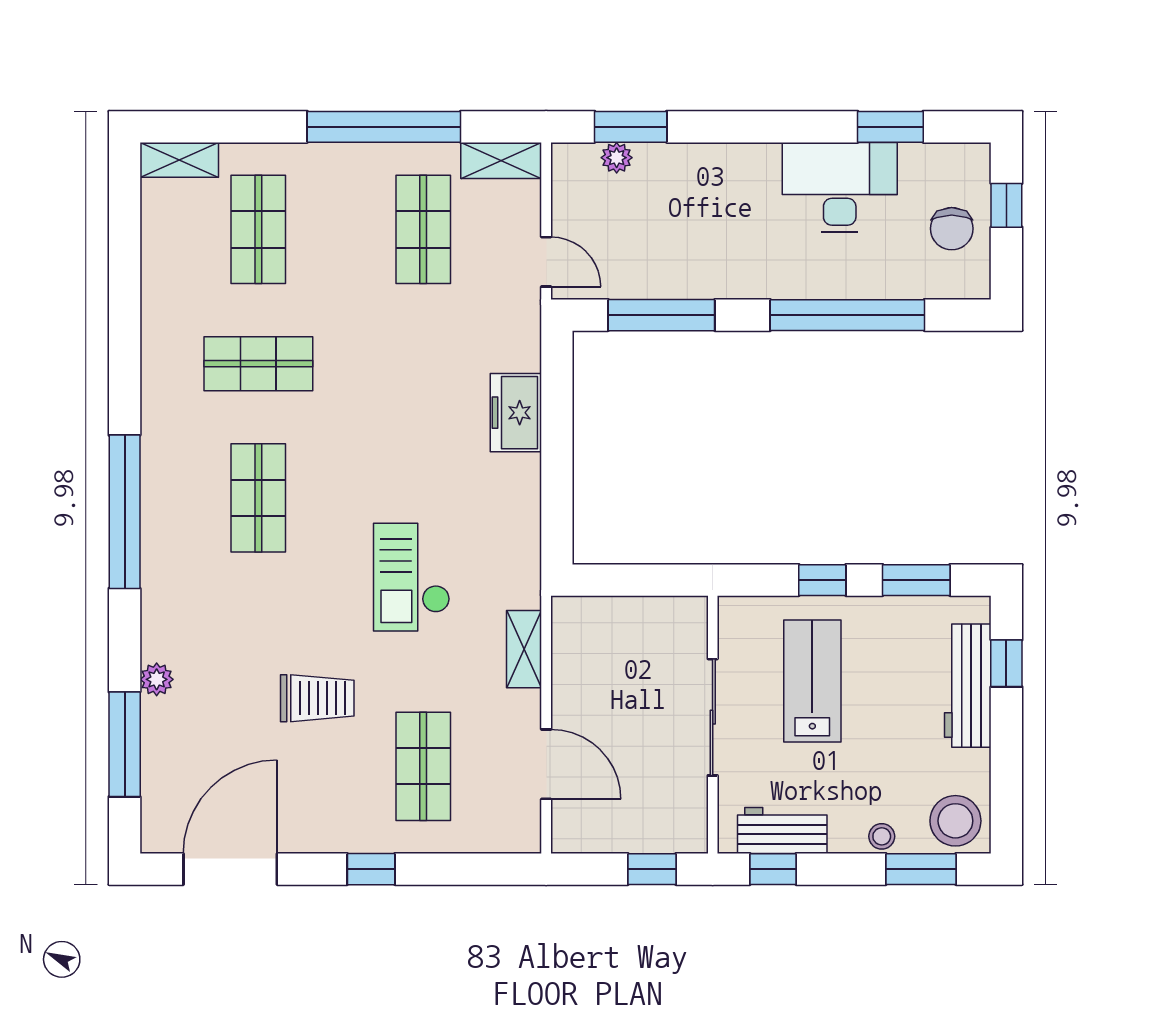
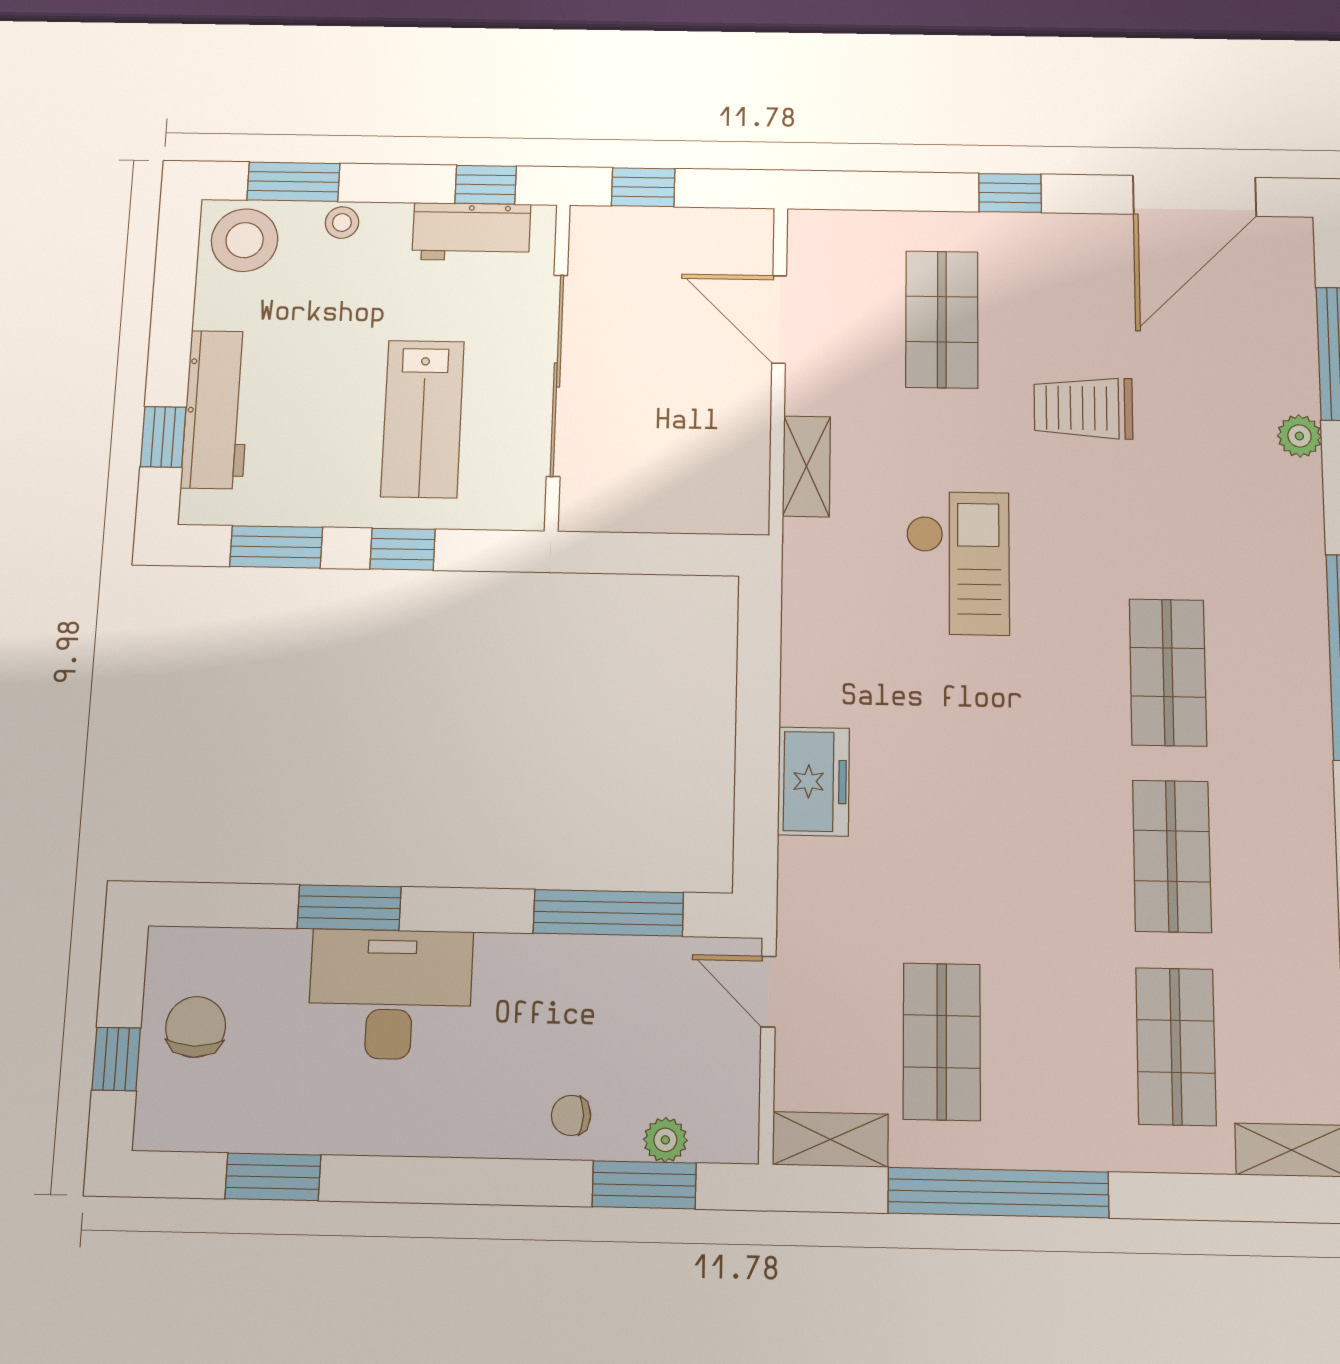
chair: (683, 173) -> (571, 1115), added
desk: (840, 187) -> (390, 994), moved, turned 180
window: (847, 315) -> (349, 908), width x0.47
shop shelf: (258, 364) -> (1172, 856), turned 90
sliding door: (713, 717) -> (557, 375), width x1.36

